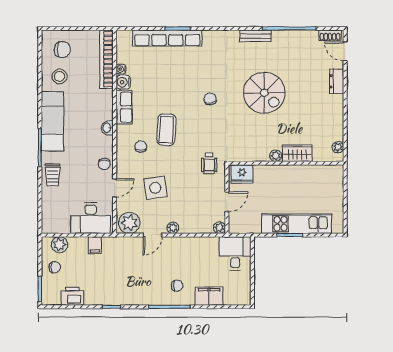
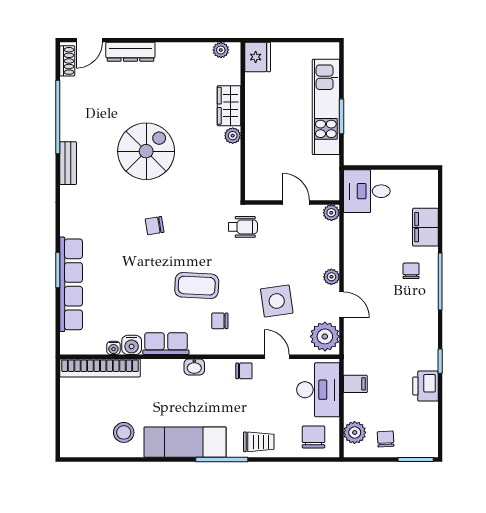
chair: (62, 50) -> (313, 437), moved
dresser: (337, 81) -> (130, 52), width x1.44
fridge: (242, 174) -> (258, 57), moved
printer: (72, 296) -> (425, 386), moved

